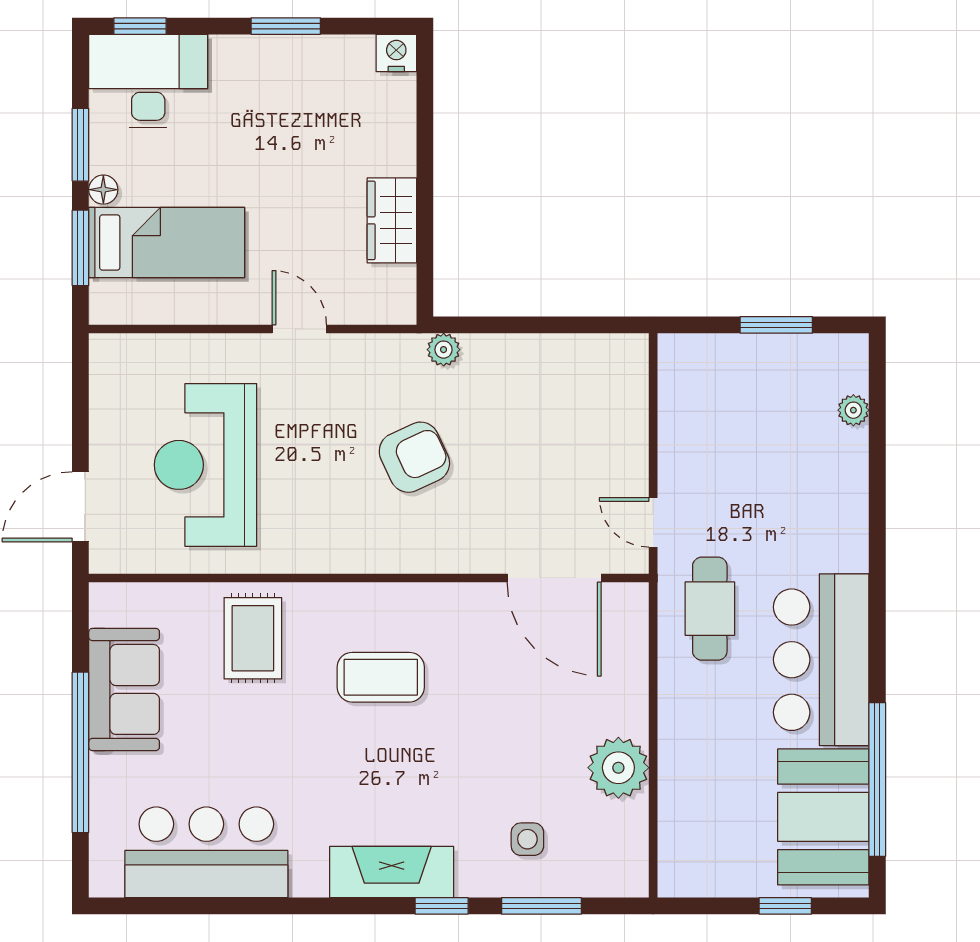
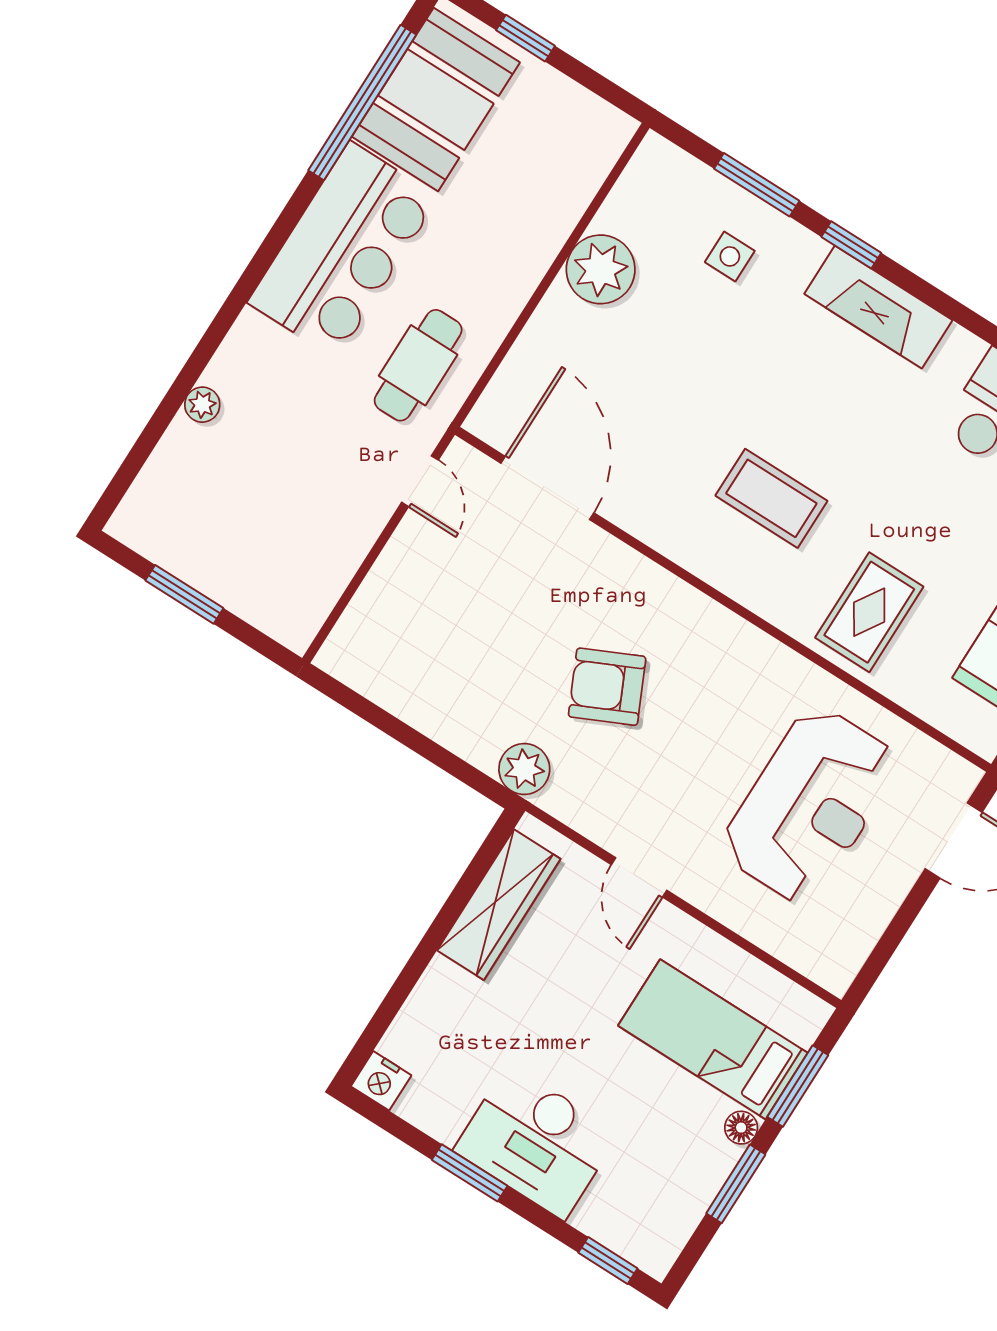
desk: (148, 81) -> (536, 1142), moved
wardrobe: (392, 220) -> (499, 905), width x1.50
plant: (444, 350) -> (524, 769), width x1.38, depth x1.38
plant: (853, 410) -> (202, 405), moved

